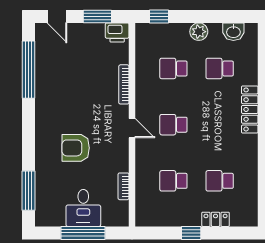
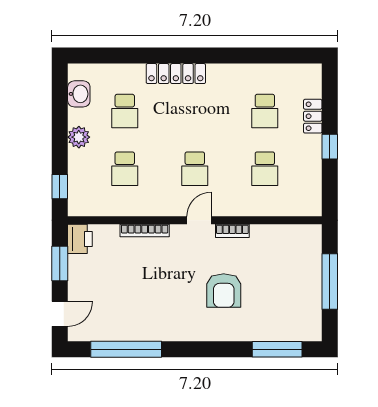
bookcase: (123, 186) -> (232, 231), moved
desk: (83, 208) -> (299, 281), removed

